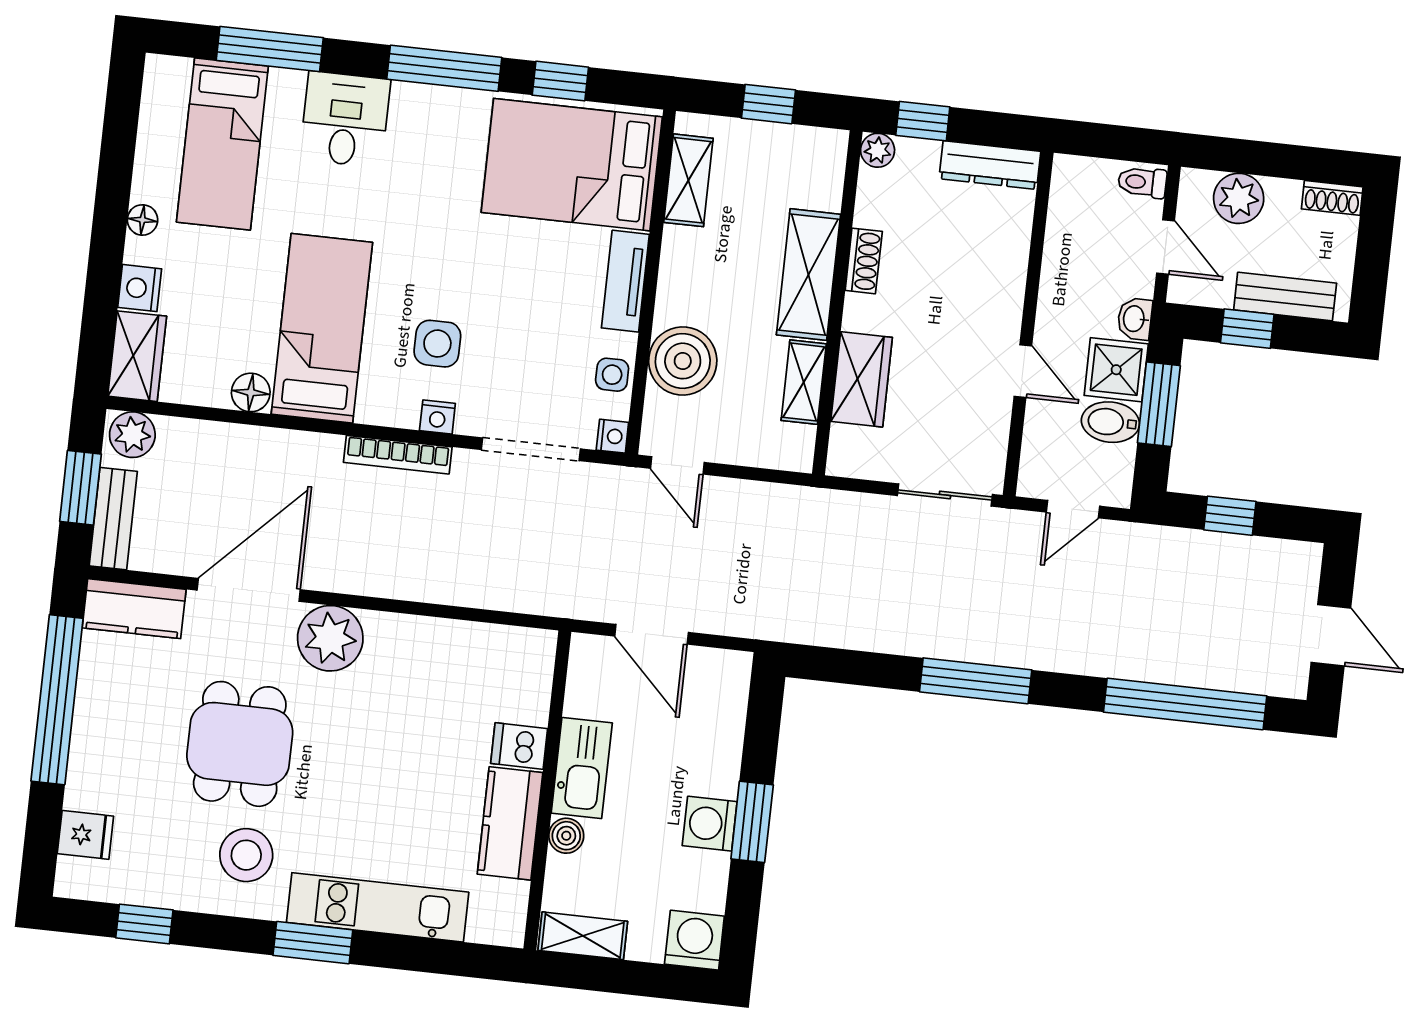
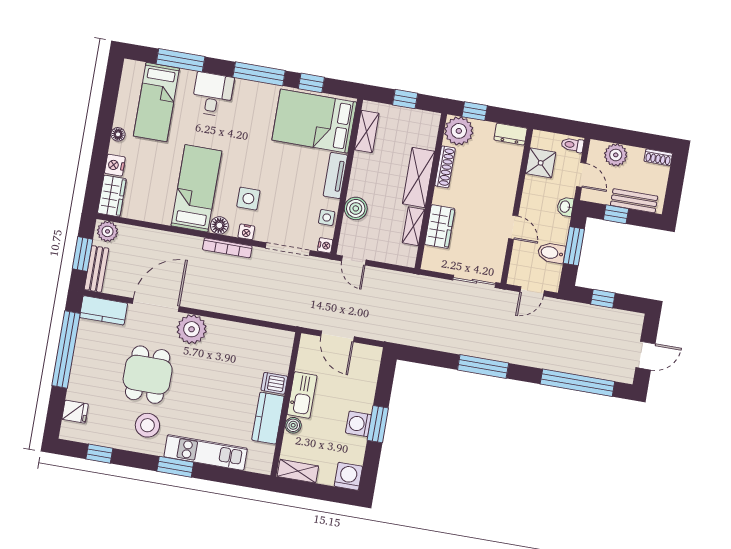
plant: (878, 150) -> (459, 131), width x1.88, depth x1.88
dresser: (990, 165) -> (511, 134), width x0.70
shoe rack: (864, 261) -> (445, 167), width x1.43
boiler: (683, 361) -> (356, 208), width x0.73, depth x0.73
shower: (1116, 370) -> (541, 163), moved
floor lamp: (251, 392) -> (219, 225), moved
door: (1331, 635) -> (645, 356), hinge flipped

